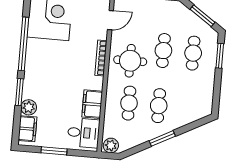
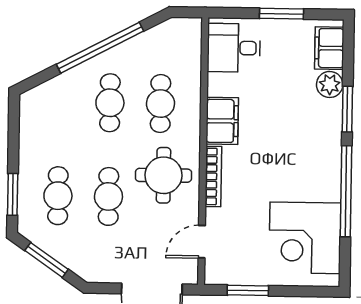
filing cabinet: (92, 104) -> (222, 121), moved
window: (162, 138) -> (100, 48), width x2.11
plant: (111, 145) -> (186, 30), removed

